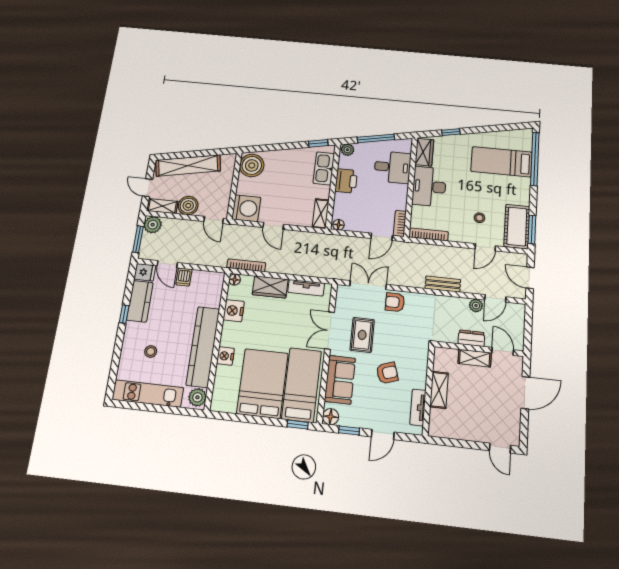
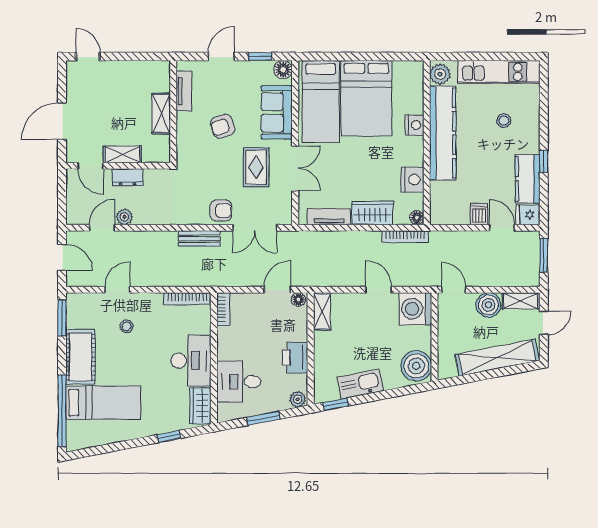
window: (376, 138) -> (263, 418), width x0.69
kitchen sink: (324, 168) -> (360, 384), moved, turned -101
door: (147, 188) -> (544, 323), hinge flipped
plant: (153, 225) -> (529, 276), removed
cot: (517, 227) -> (80, 357), moved
door: (382, 237) -> (277, 290), moved
bench: (443, 284) -> (199, 239), moved
window: (298, 425) -> (320, 57), removed

